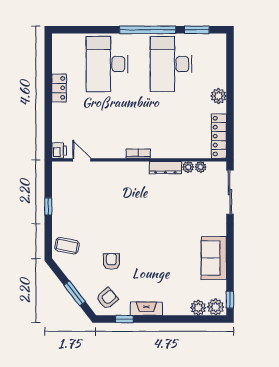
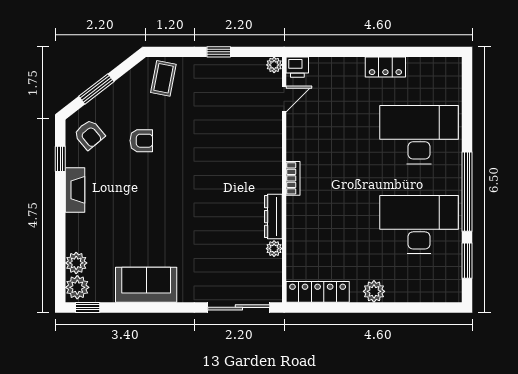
plant: (201, 167) -> (274, 65), moved

